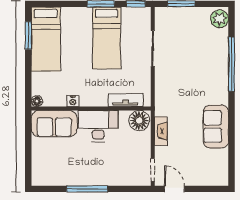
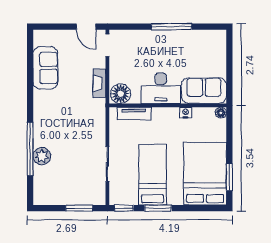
plant: (220, 19) -> (42, 156), moved
bed: (46, 39) -> (205, 174), width x1.50
sofa: (216, 127) -> (45, 68), moved

